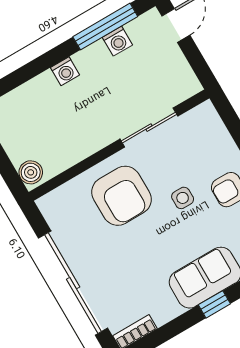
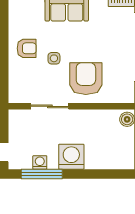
washing machine: (65, 71) -> (71, 157), width x1.89, depth x1.89

